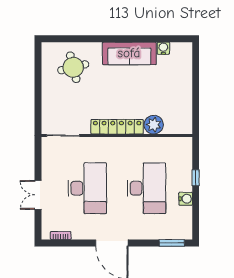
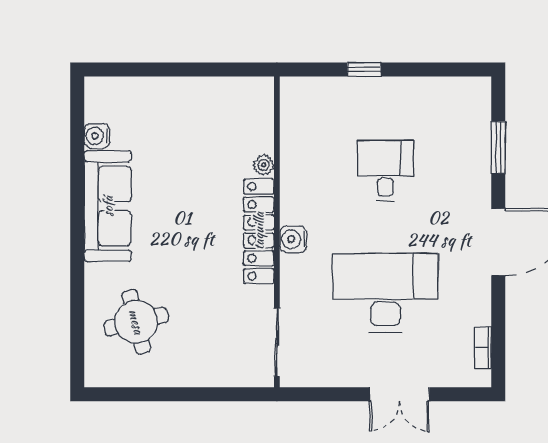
plant: (154, 125) -> (264, 165), width x0.53, depth x0.53
desk: (146, 188) -> (386, 171), width x0.53, depth x0.77
water cooler: (186, 199) -> (293, 239), moved, turned -90
window: (172, 243) -> (498, 147), moved

